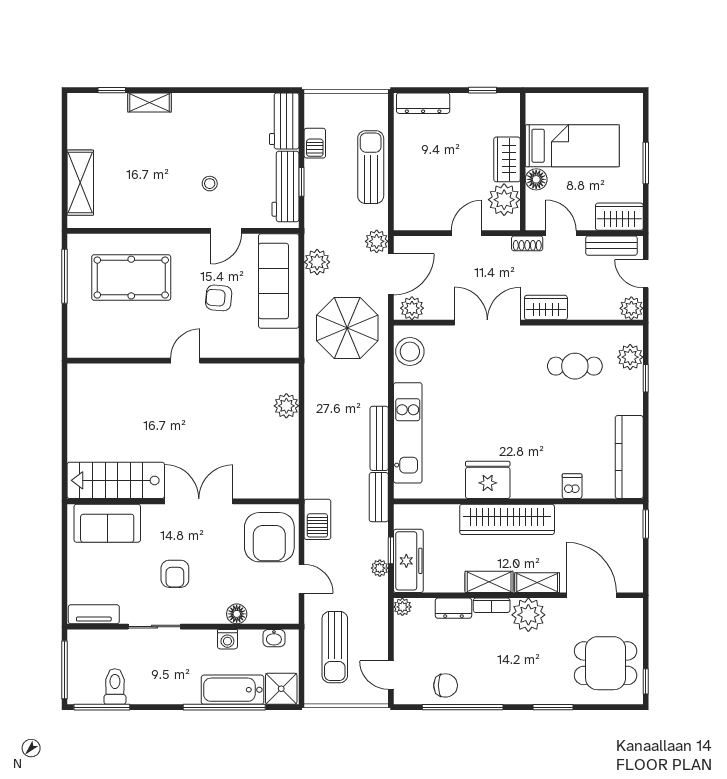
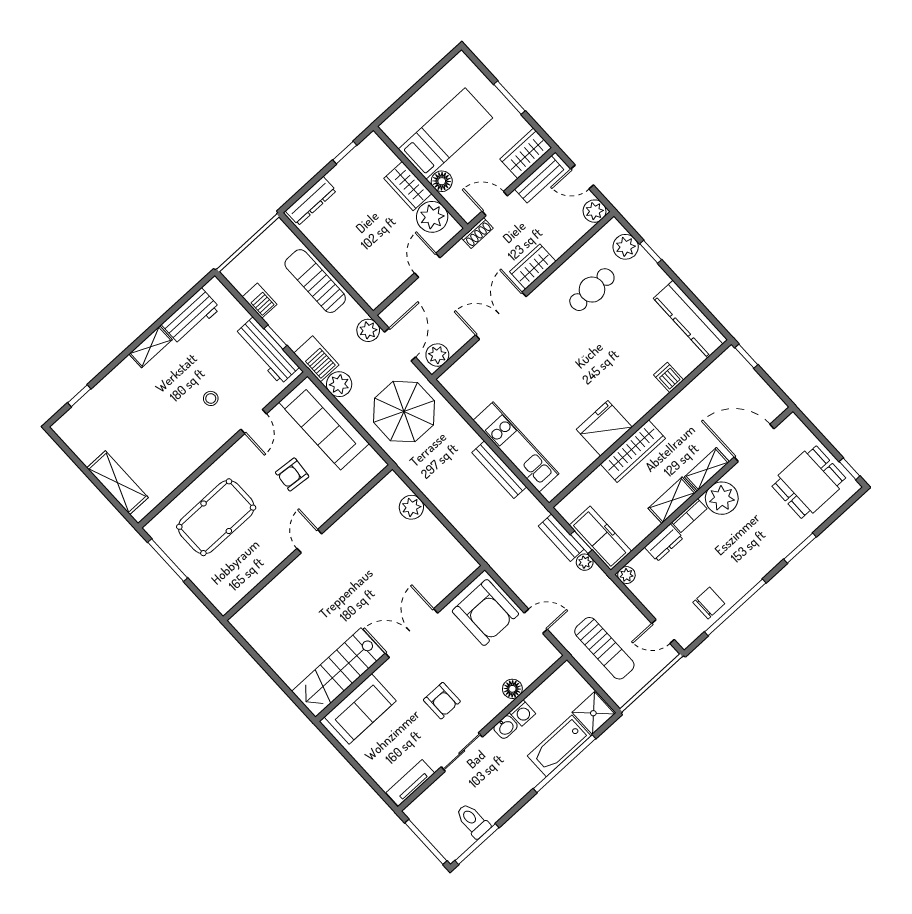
shelving: (150, 102) -> (151, 347), moved
workbench: (284, 121) -> (191, 316), moved, turned -90
stool: (410, 352) -> (464, 387), removed
bench: (379, 497) -> (561, 538), moved
barbecue: (317, 519) -> (316, 359), moved
wardrobe: (507, 519) -> (633, 451), width x0.71, depth x0.85
washbasin: (274, 638) -> (506, 727), moved

